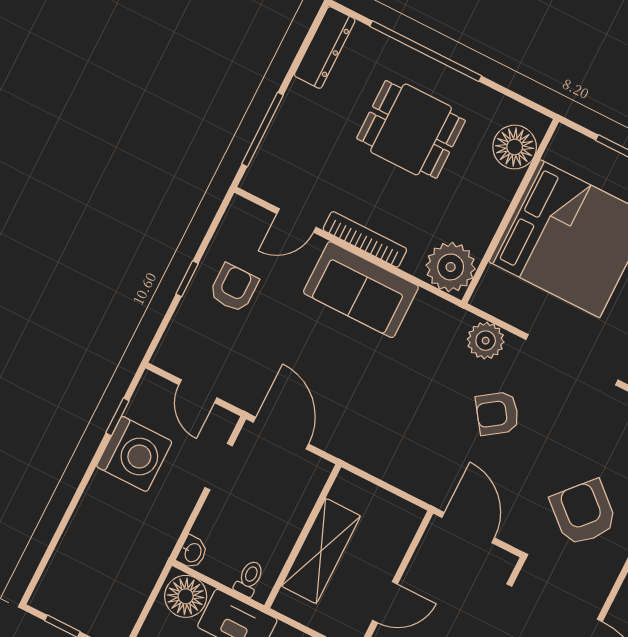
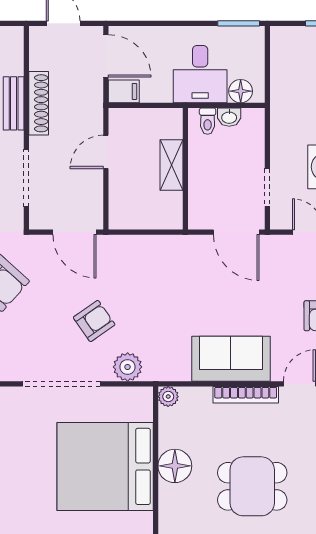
floor lamp: (515, 147) -> (175, 466), moved
plant: (451, 267) -> (168, 397), width x0.53, depth x0.53
shelving: (321, 551) -> (171, 165), width x0.67, depth x0.75
washbasin: (192, 552) -> (229, 117), moved, turned -90
floor lamp: (186, 596) -> (241, 91), width x0.73, depth x0.73

